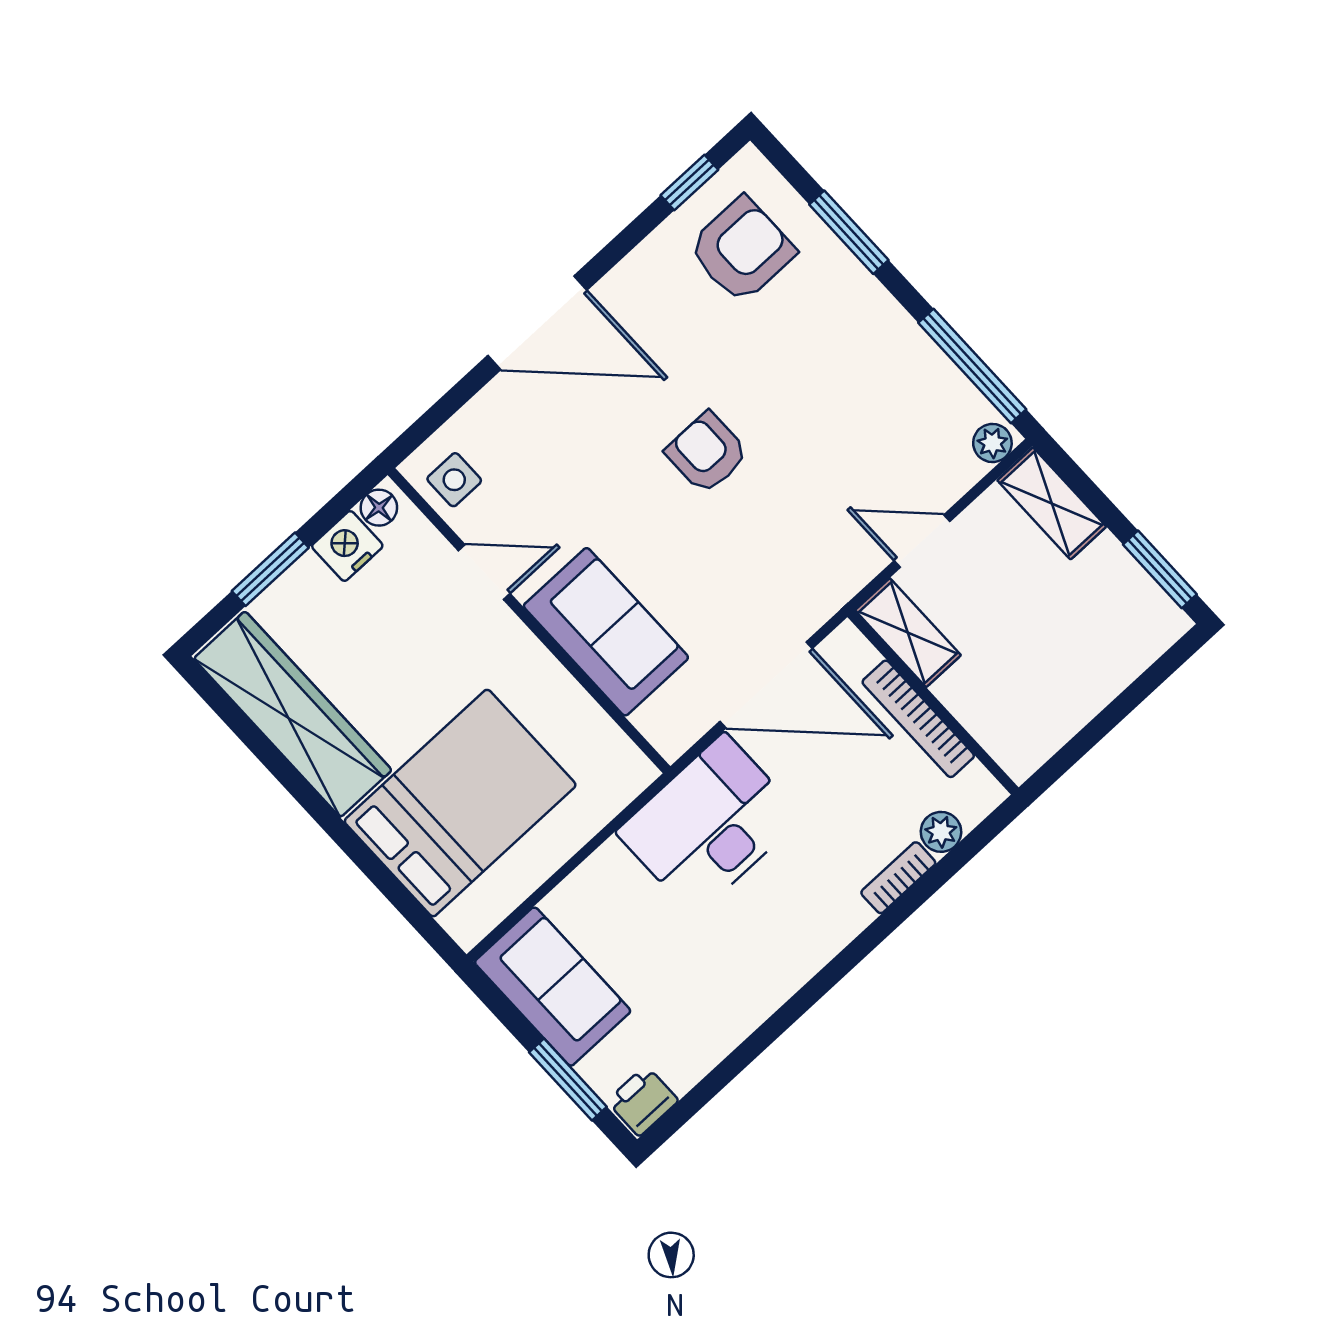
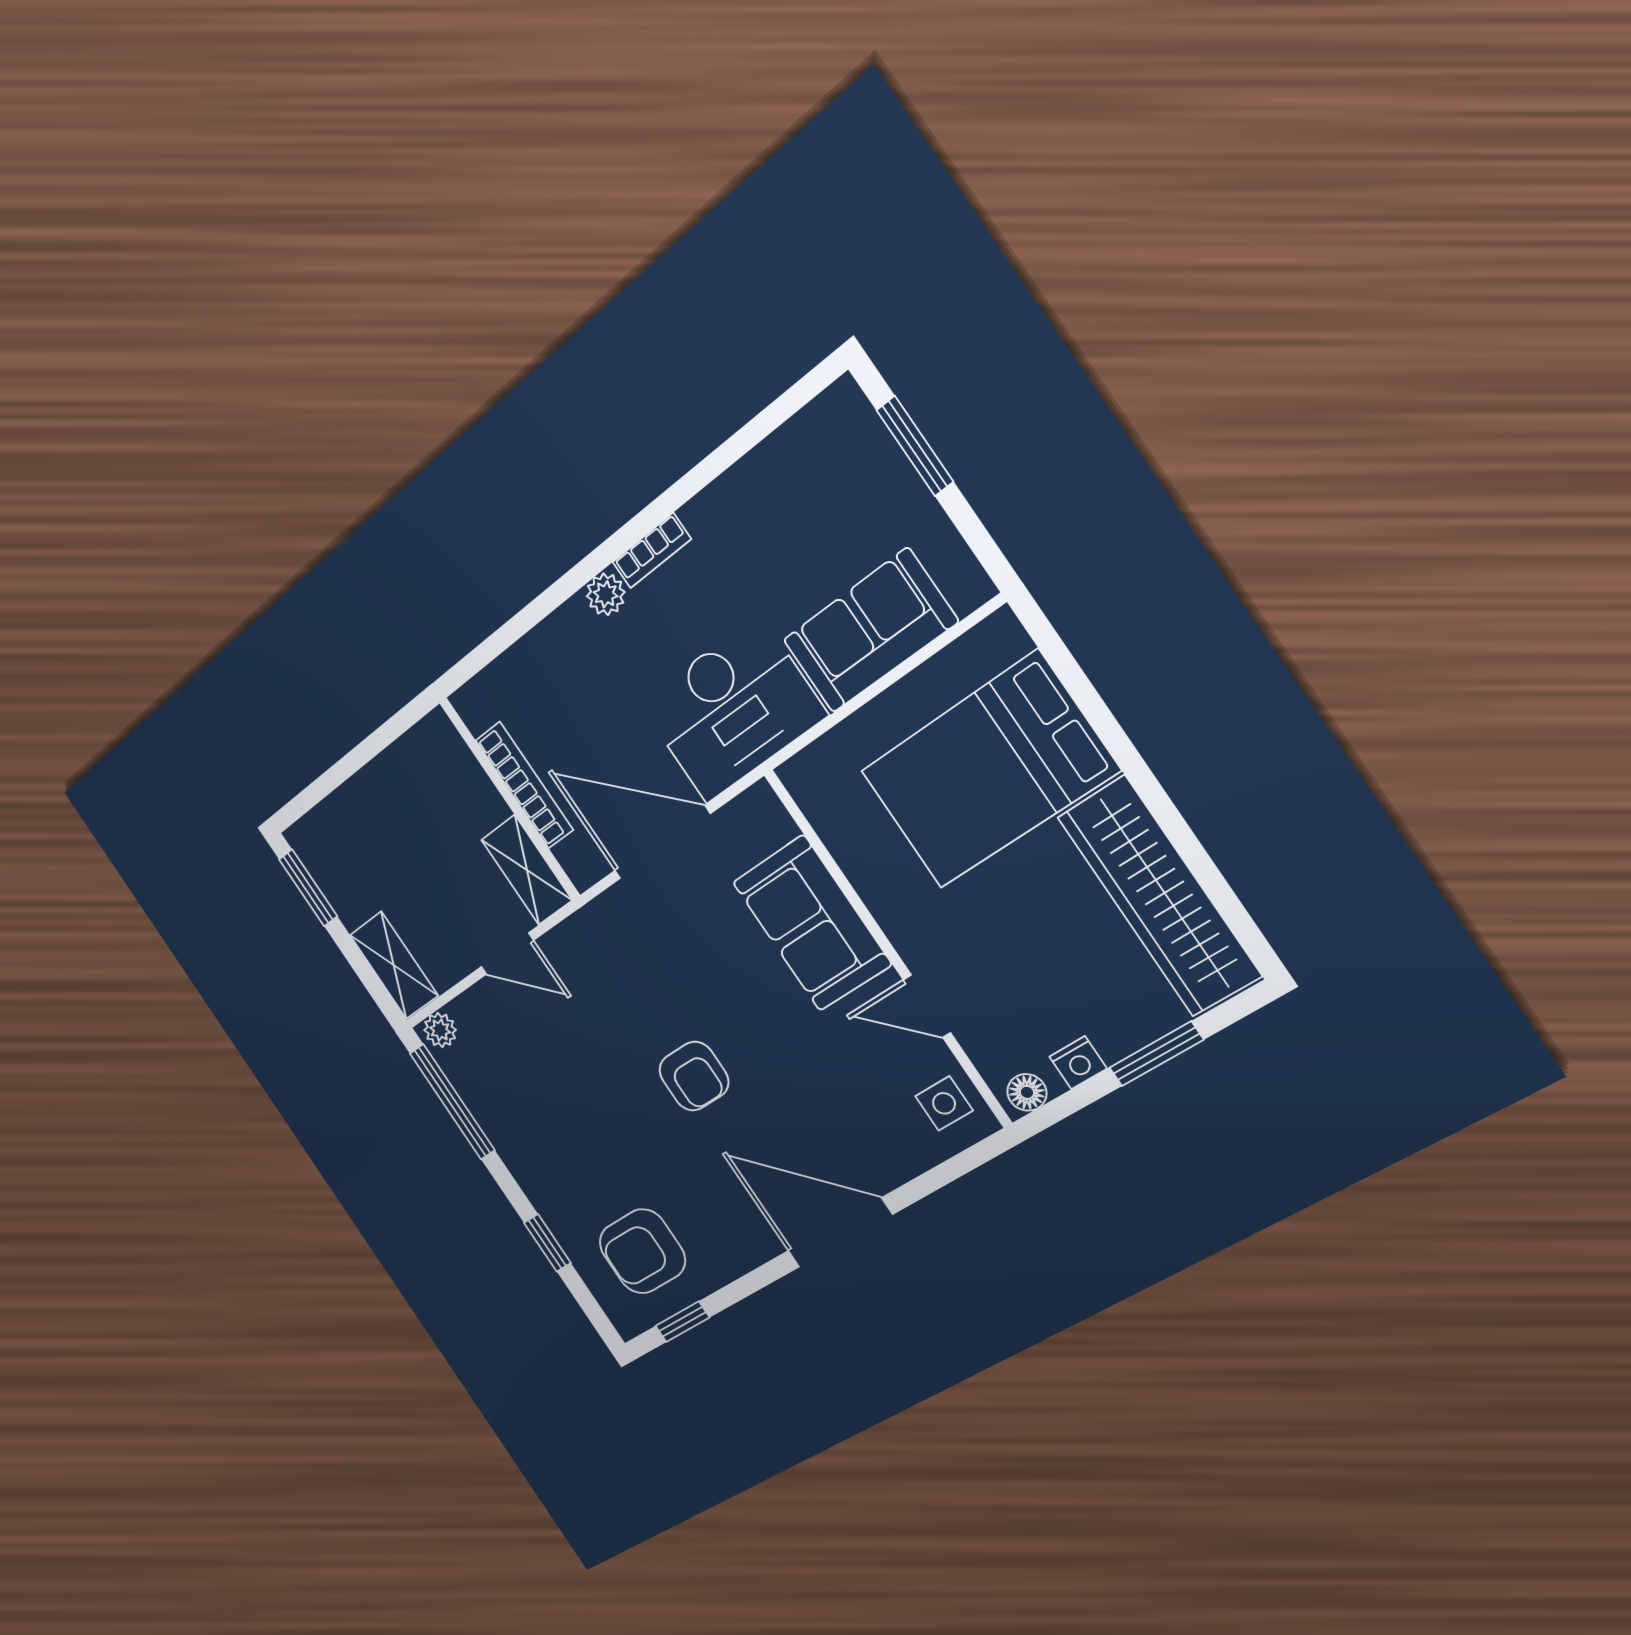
window: (849, 232) -> (547, 1243), width x0.67
nightstand: (347, 546) -> (1078, 1063), width x0.72, depth x0.74
plant: (941, 832) -> (606, 594), moved
bookcase: (898, 878) -> (652, 551), moved
sofa: (553, 987) -> (870, 631), moved, turned 90
printer: (643, 1101) -> (837, 414), removed

